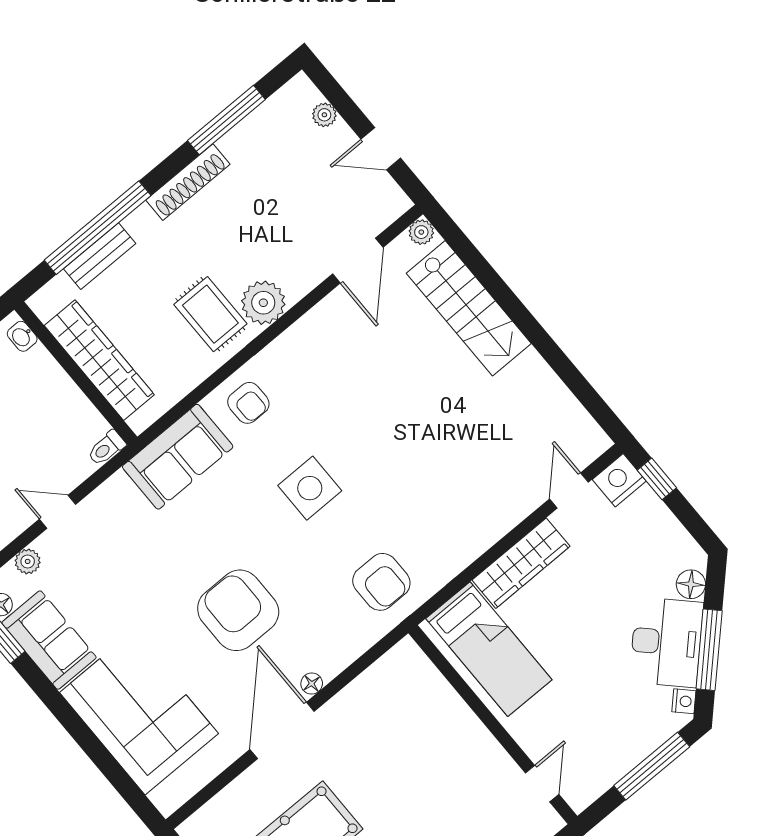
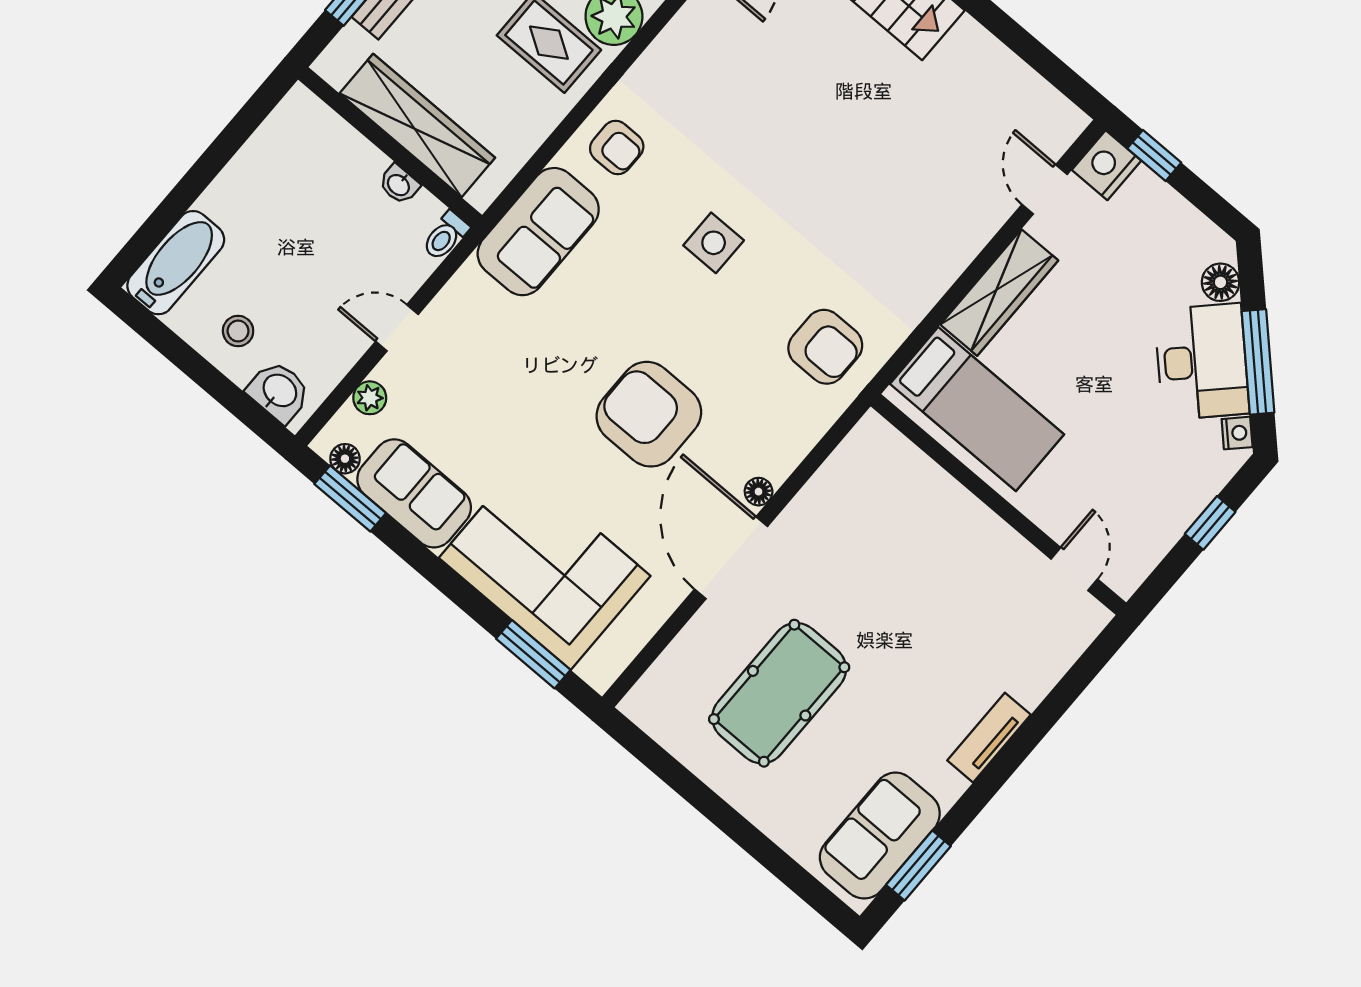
washbasin: (22, 336) -> (399, 184), moved
side table: (310, 488) -> (714, 243), width x0.73, depth x0.73
window: (652, 766) -> (1210, 523), width x0.46
window: (119, 778) -> (533, 654), added

